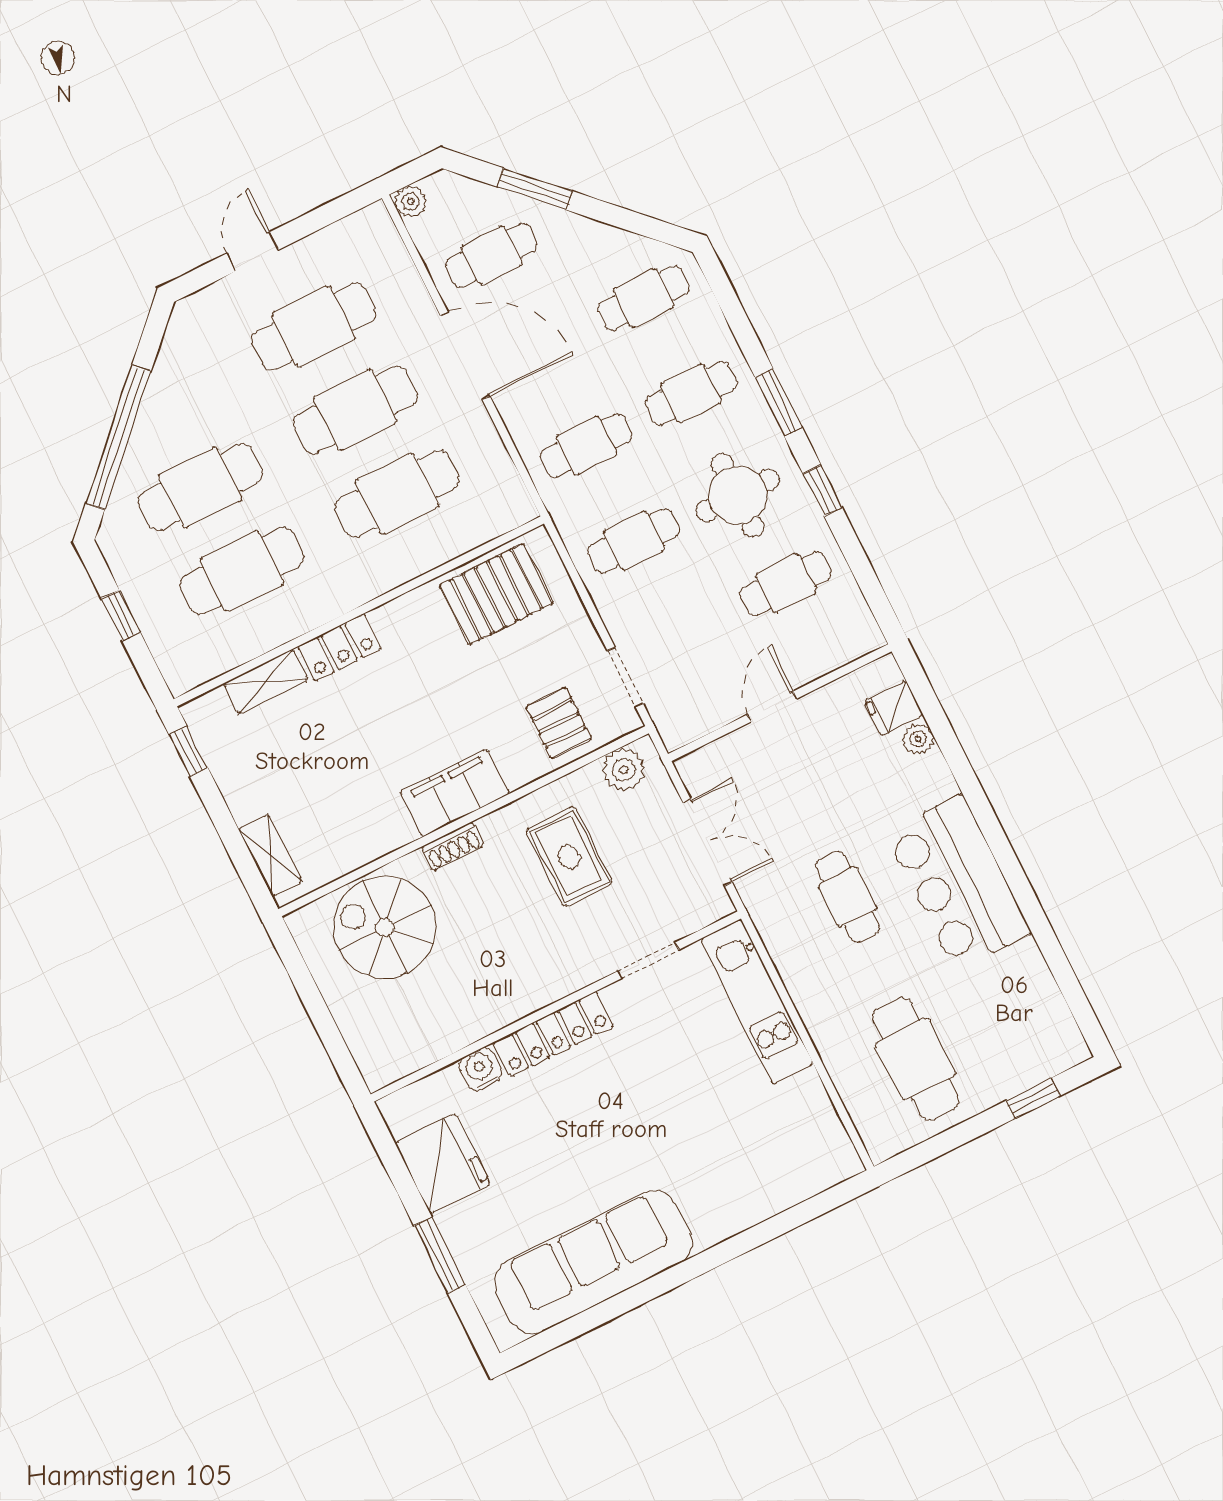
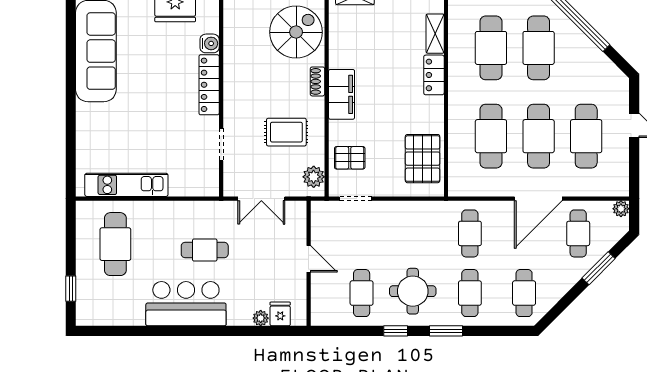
cafe table: (634, 541) -> (416, 233), removed
kitchen unit: (757, 1002) -> (126, 185), moved
cafe table: (916, 1059) -> (115, 244), turned 90

